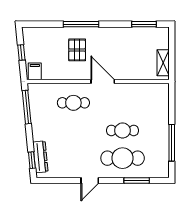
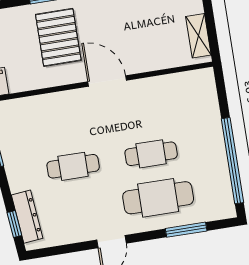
pallet: (77, 50) -> (58, 37), width x1.50, depth x1.42
cafe table: (73, 103) -> (73, 166), moved
window: (172, 143) -> (232, 161), width x1.46

